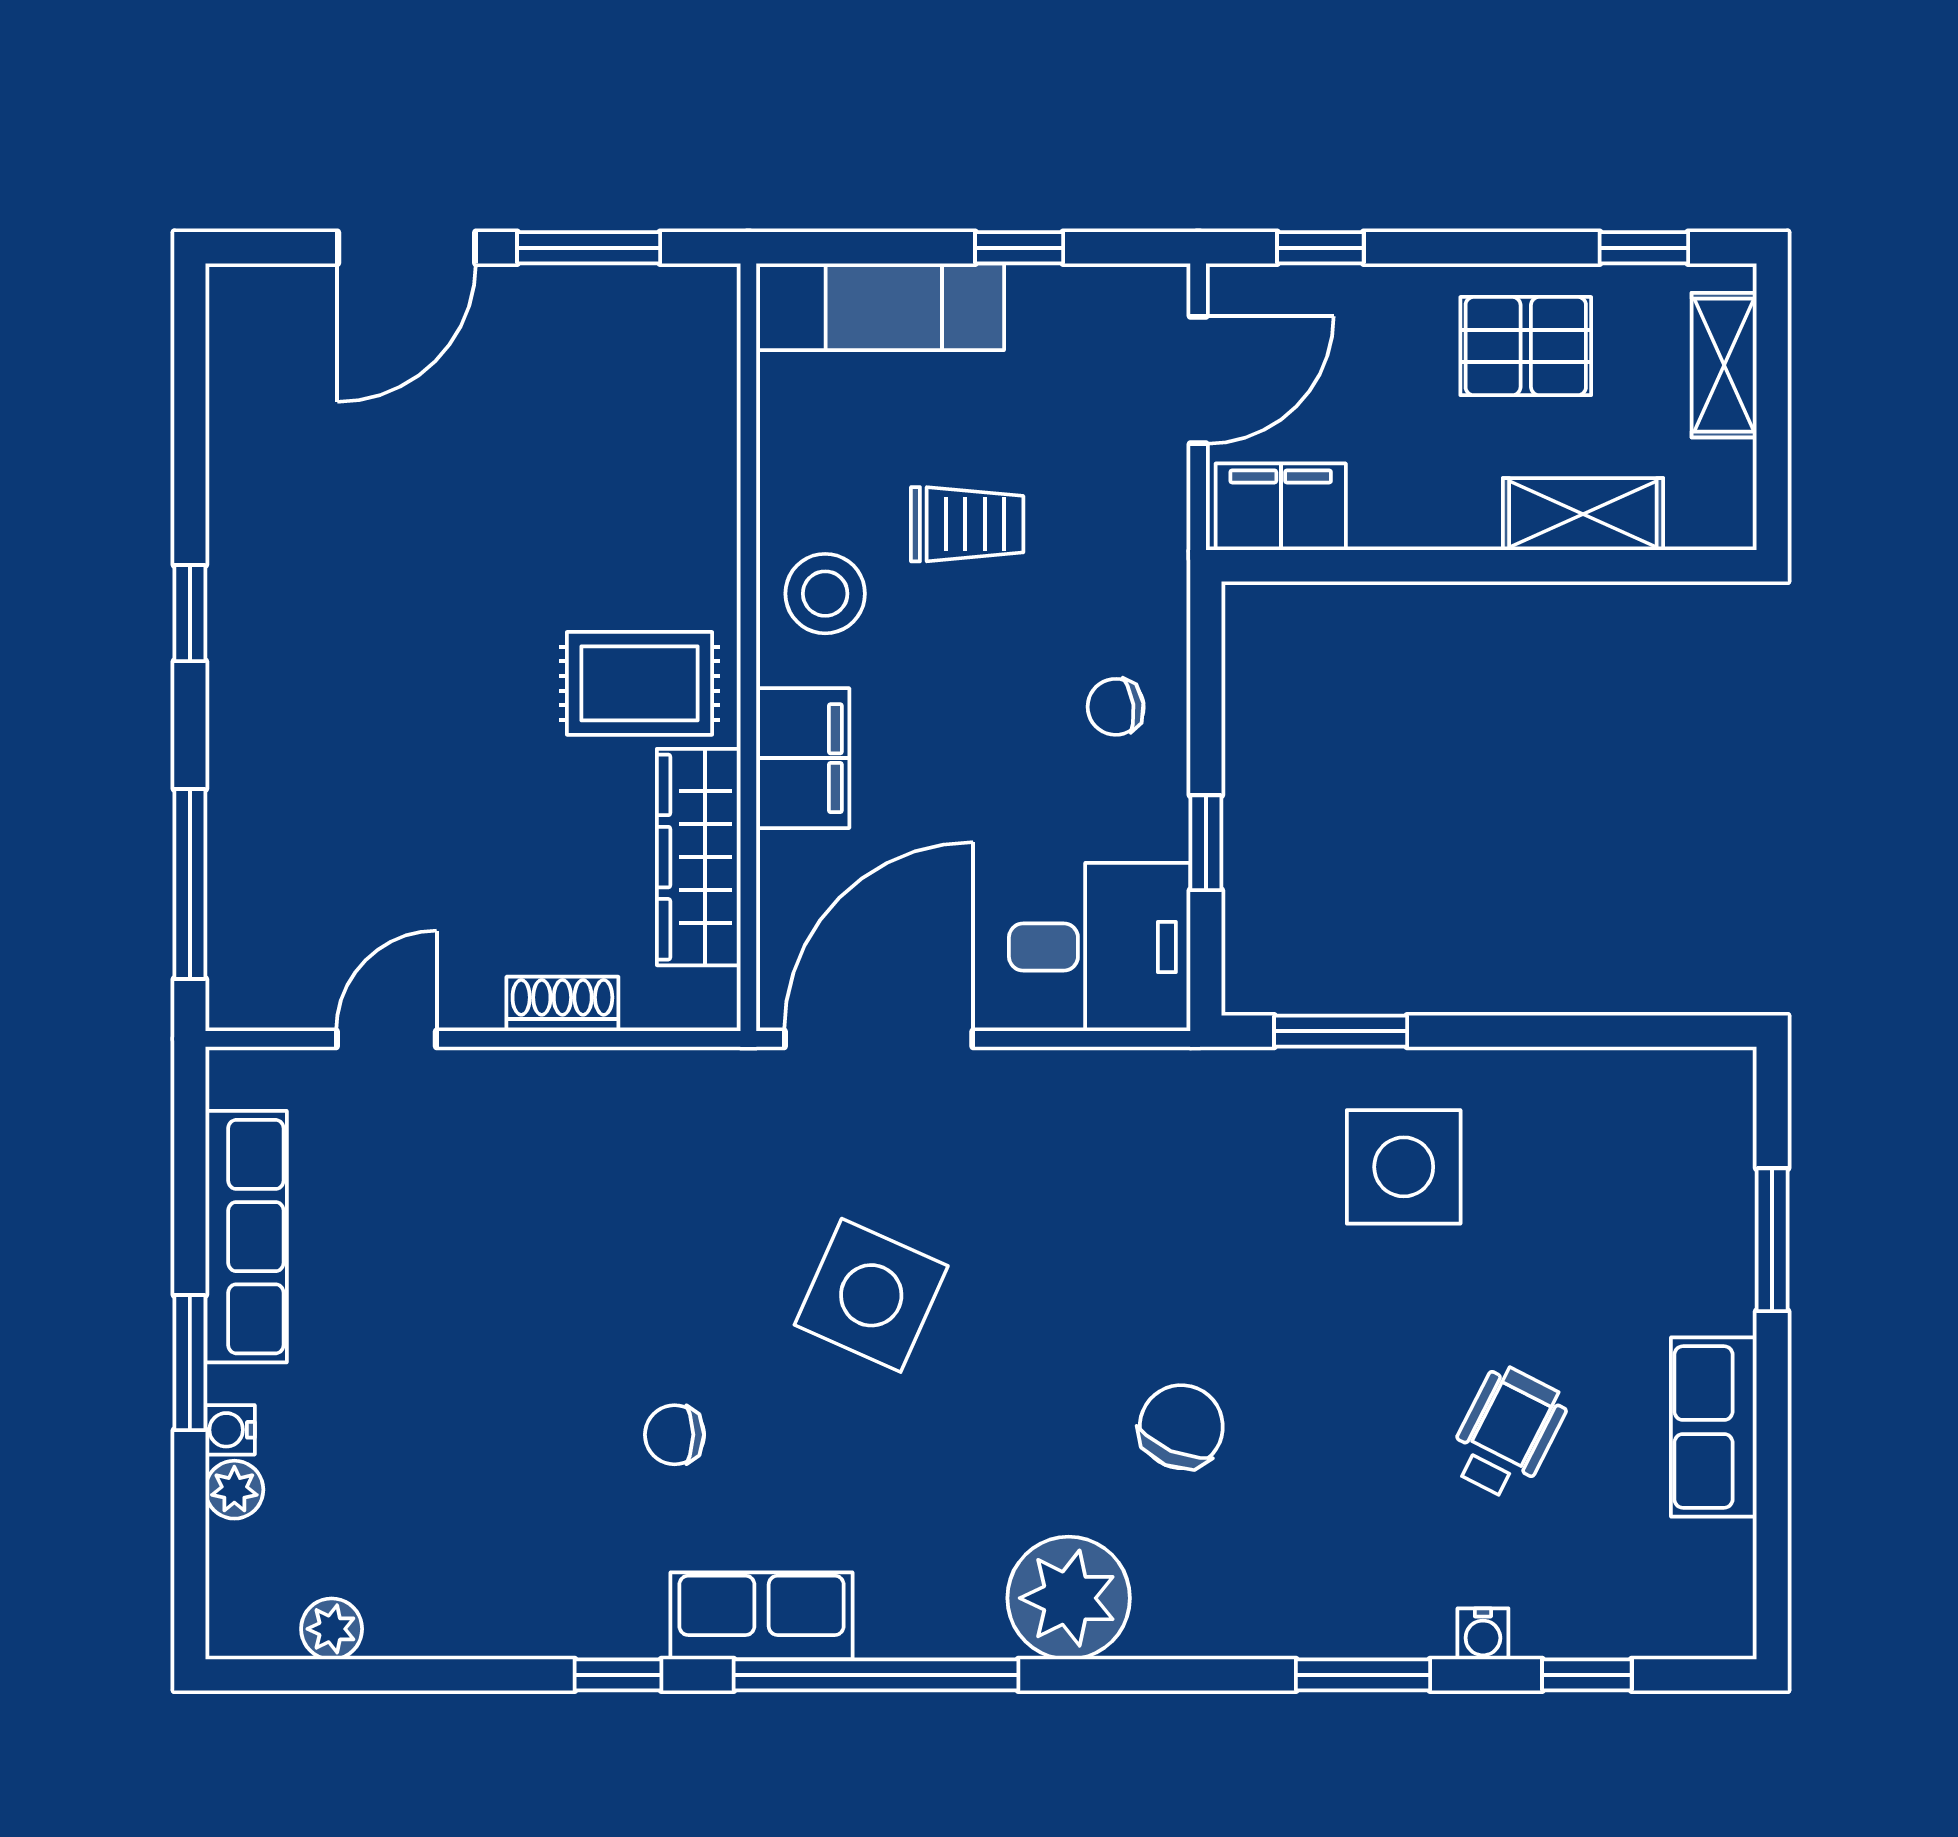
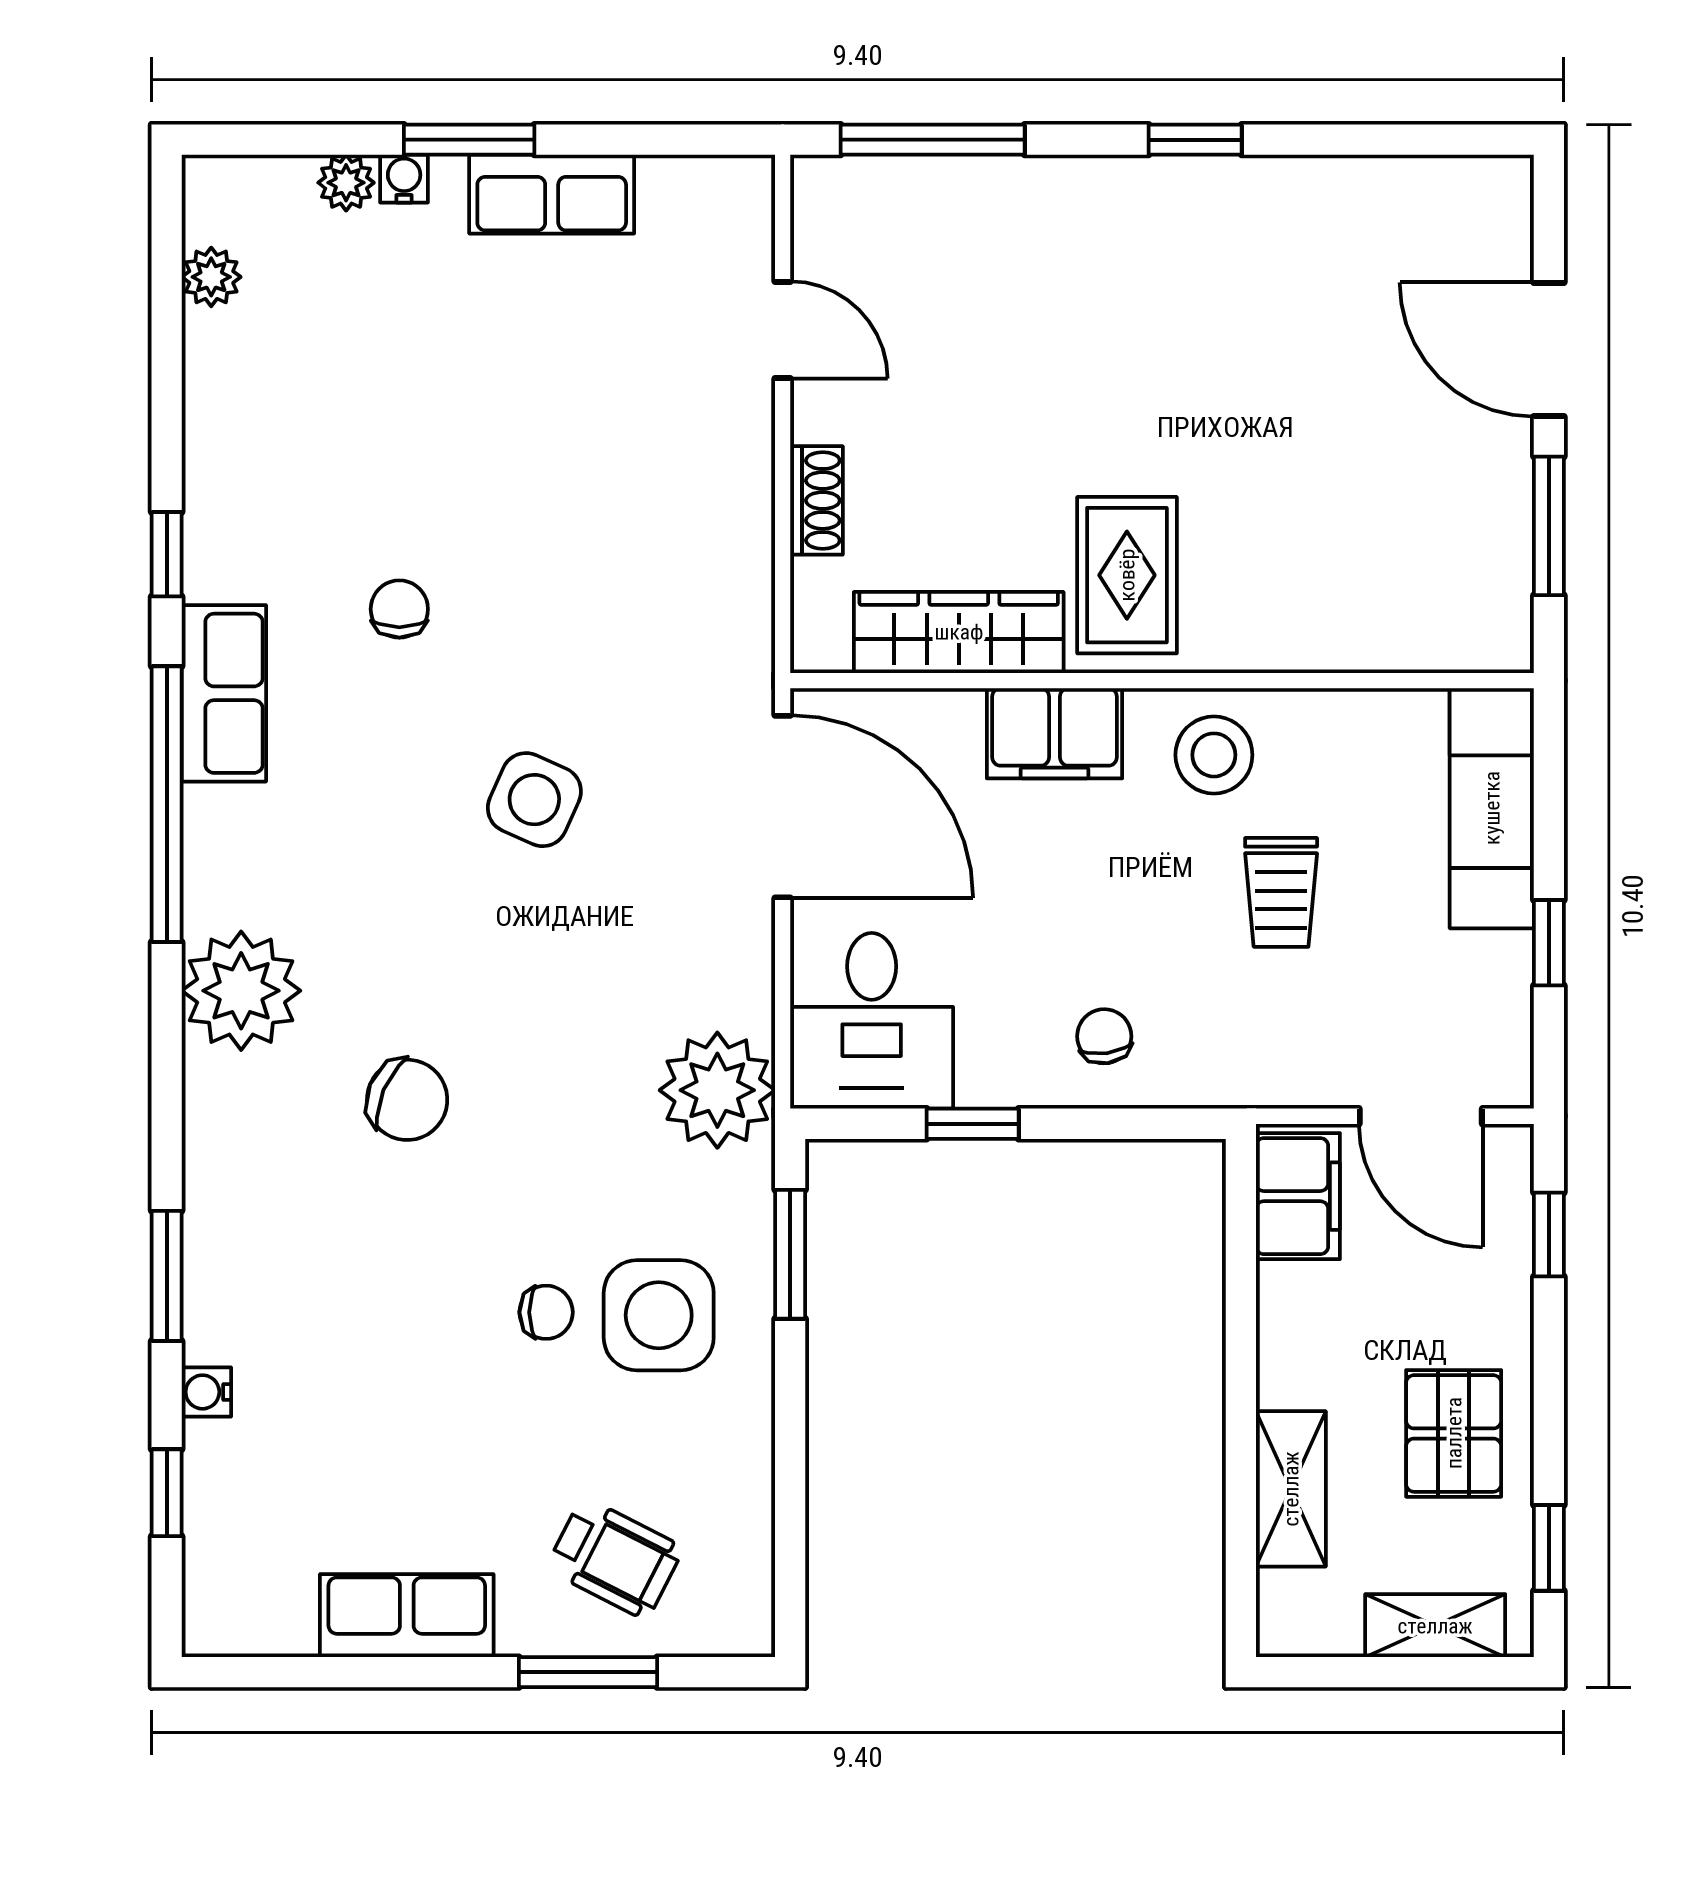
plant: (1171, 1106) -> (717, 1090), added
row of seats: (246, 1237) -> (552, 194), width x0.68
chair: (1401, 1283) -> (546, 1312), added
side table: (871, 1295) -> (534, 800), width x0.73, depth x0.73
wheelchair: (1507, 1433) -> (615, 1558), moved

